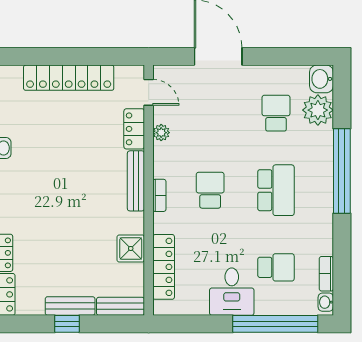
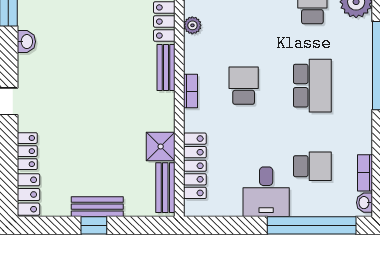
bench: (136, 181) -> (166, 67), width x0.73
bench: (120, 306) -> (165, 188), moved, turned 90

